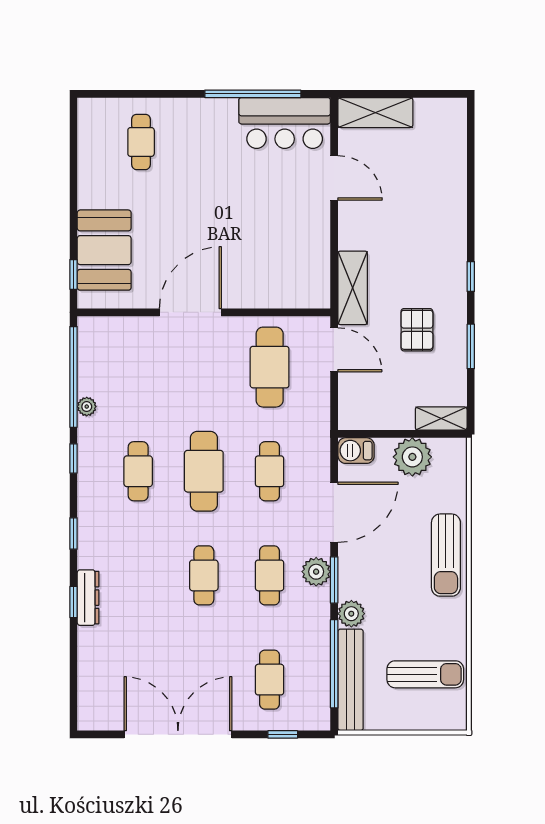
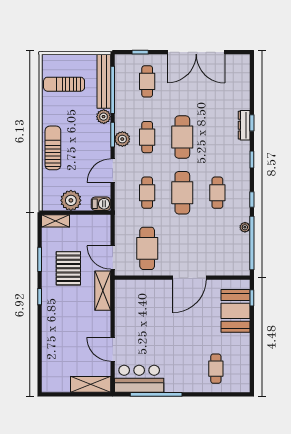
pallet: (417, 330) -> (68, 268), width x1.50, depth x1.42
door: (334, 512) -> (113, 171), width x0.73
cafe table: (204, 575) -> (182, 137), width x1.37, depth x1.35

